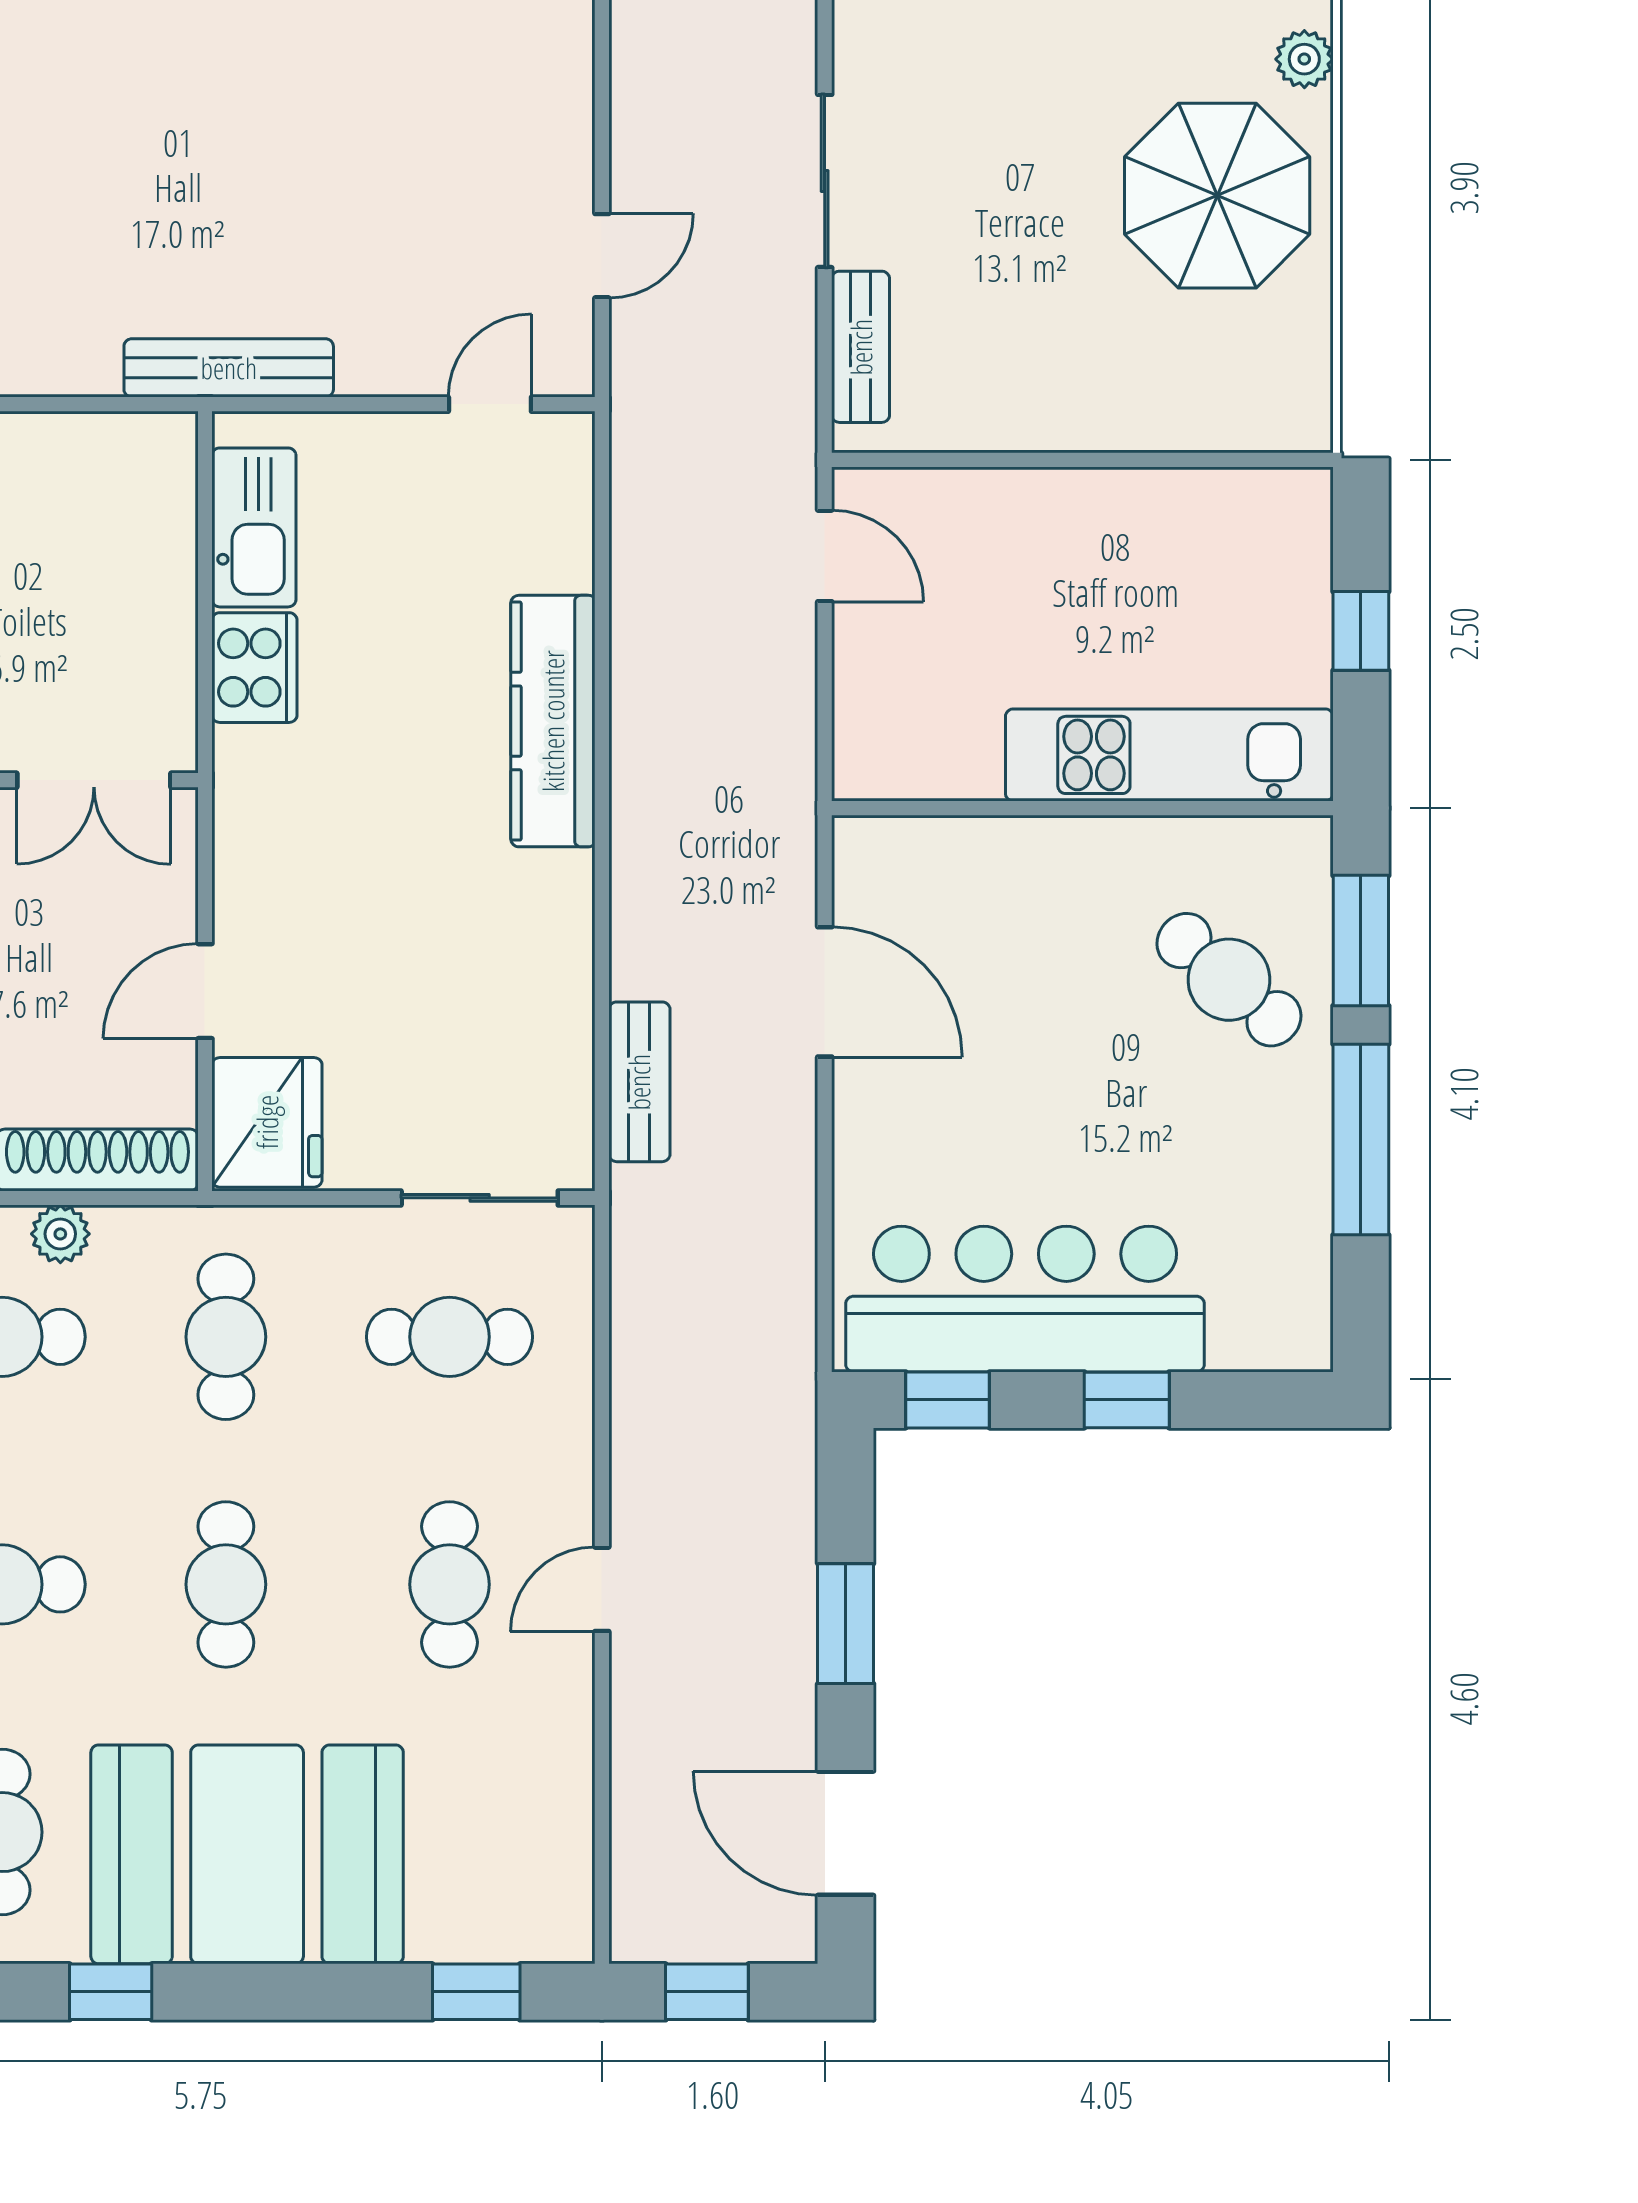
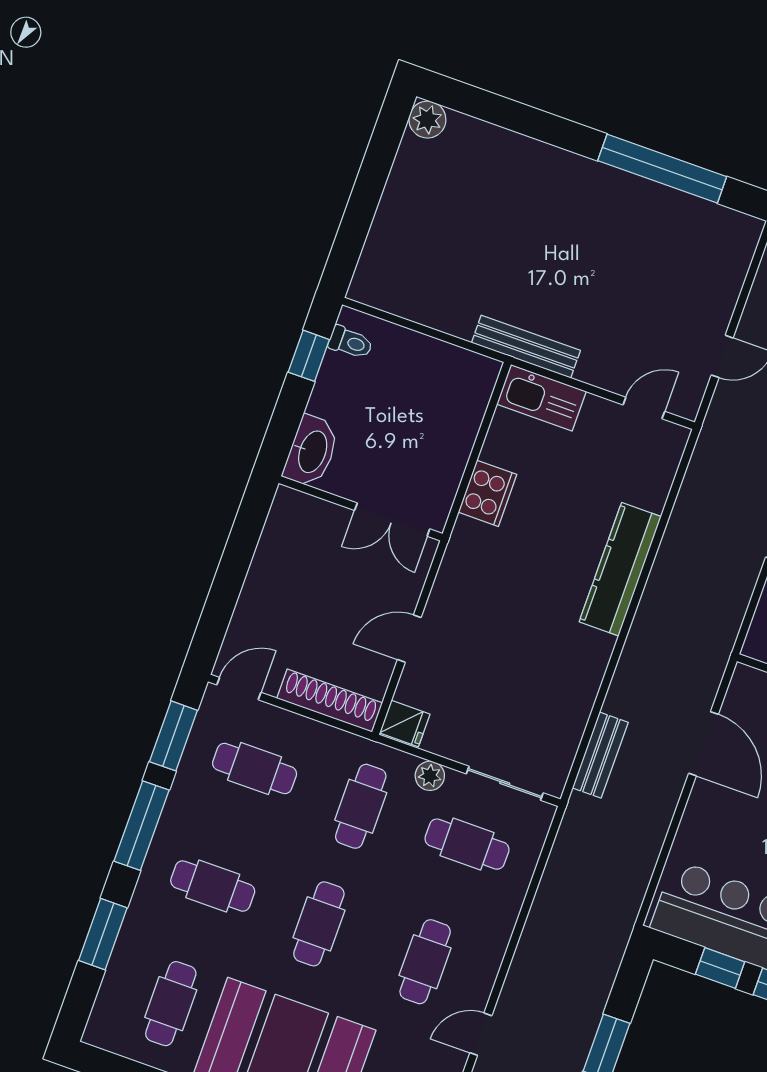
kitchen sink: (254, 527) -> (541, 398), moved, turned 90
fridge: (267, 1122) -> (405, 723), width x0.53, depth x0.75
plant: (60, 1234) -> (430, 776), moved
window: (948, 1400) -> (720, 968), moved
door: (602, 1589) -> (481, 1034), moved

